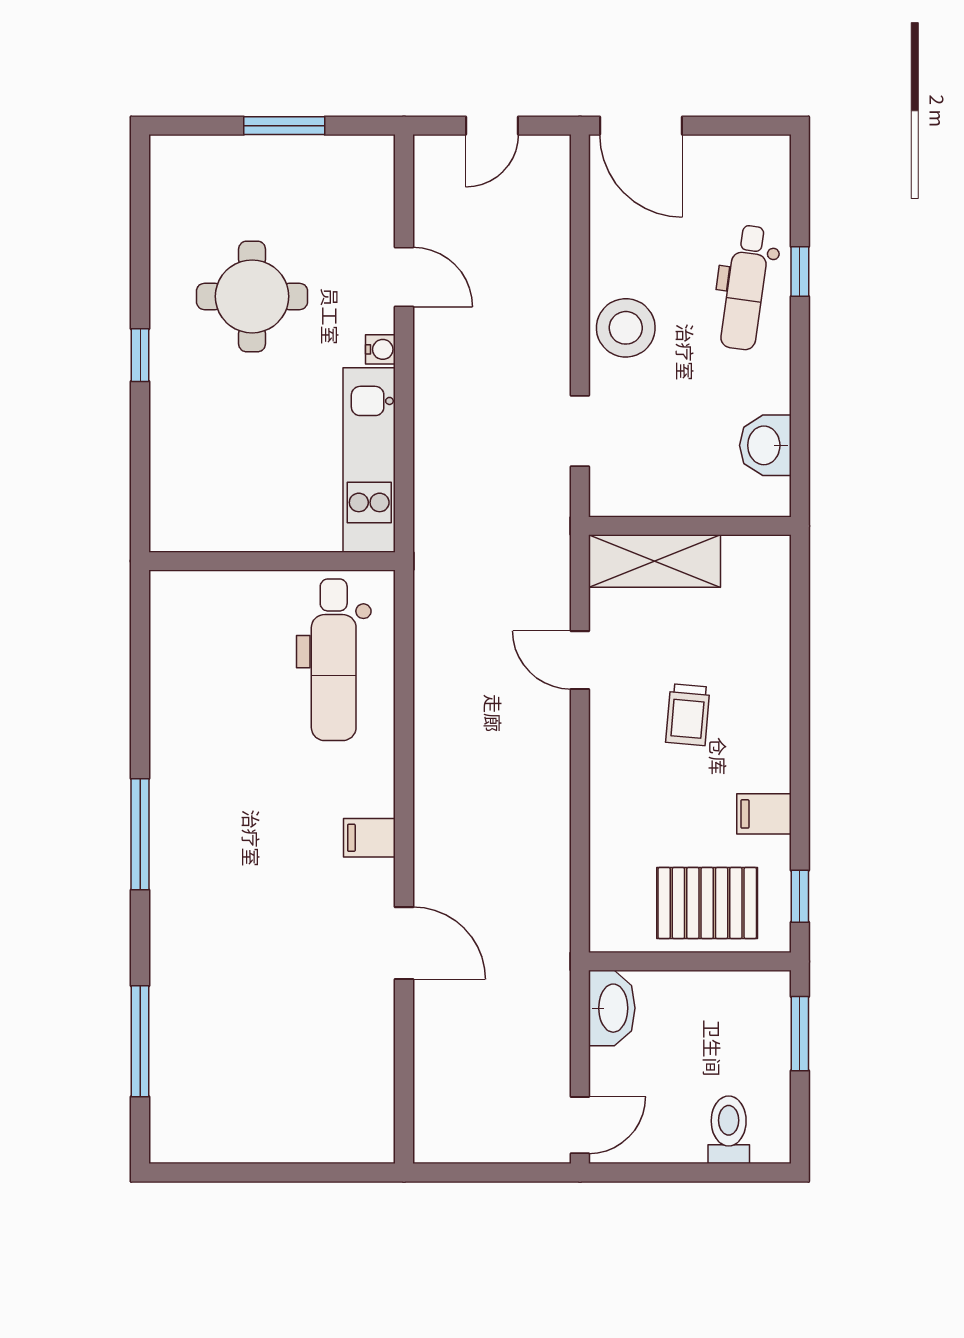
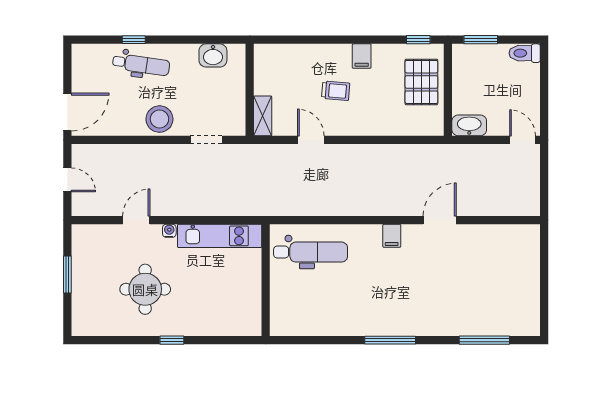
shelving: (655, 561) -> (263, 116), width x0.67, depth x0.75
door: (580, 660) -> (311, 140), swing flipped
filing cabinet: (764, 814) -> (362, 56), moved
toilet: (729, 1130) -> (525, 53), moved

